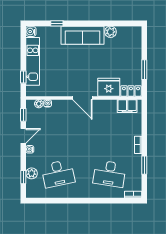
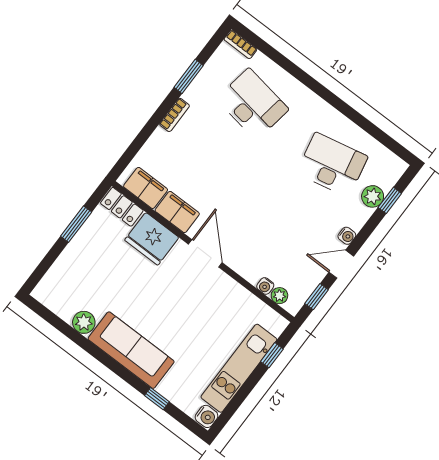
filing cabinet: (107, 106) -> (177, 212), added

